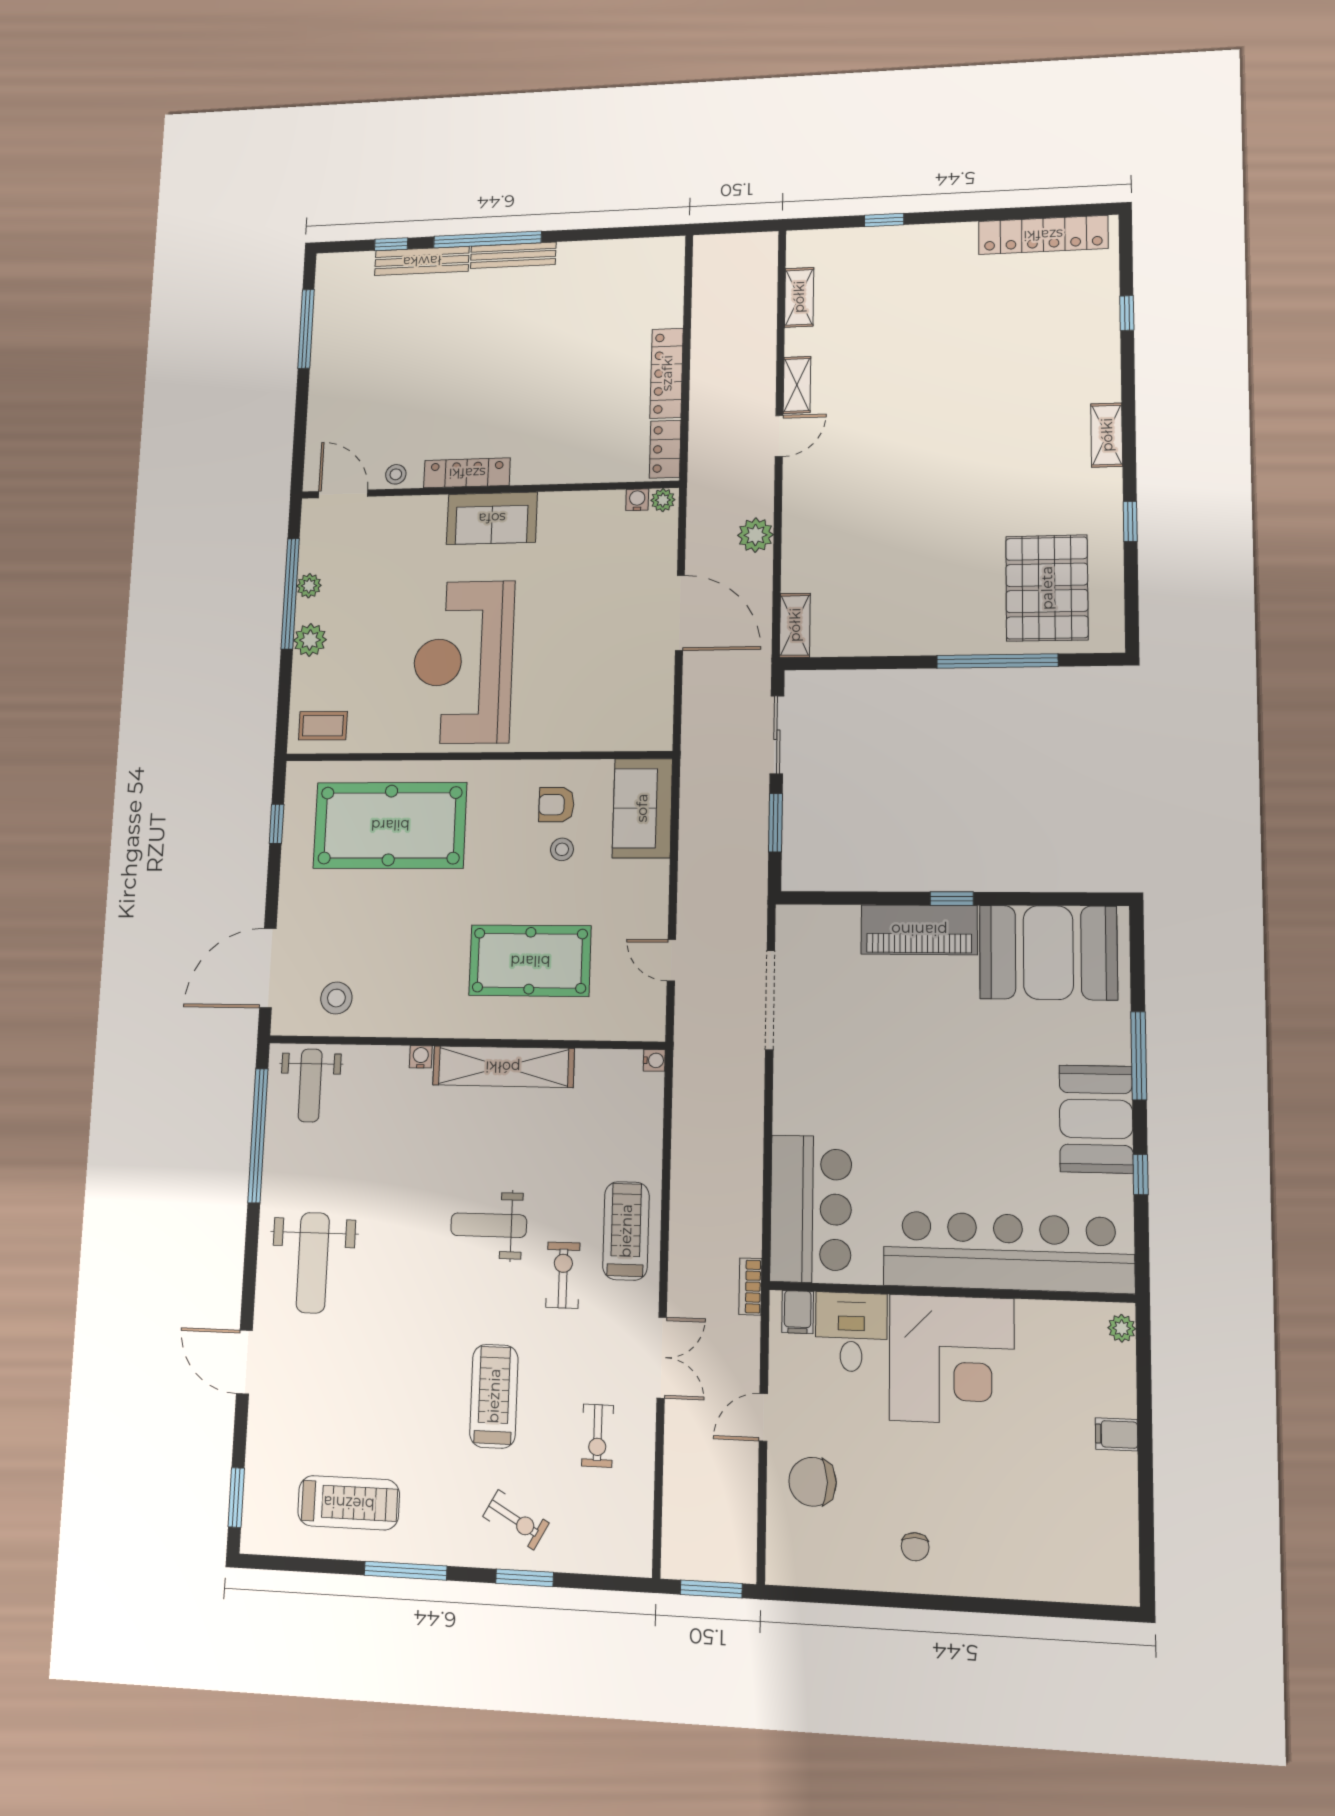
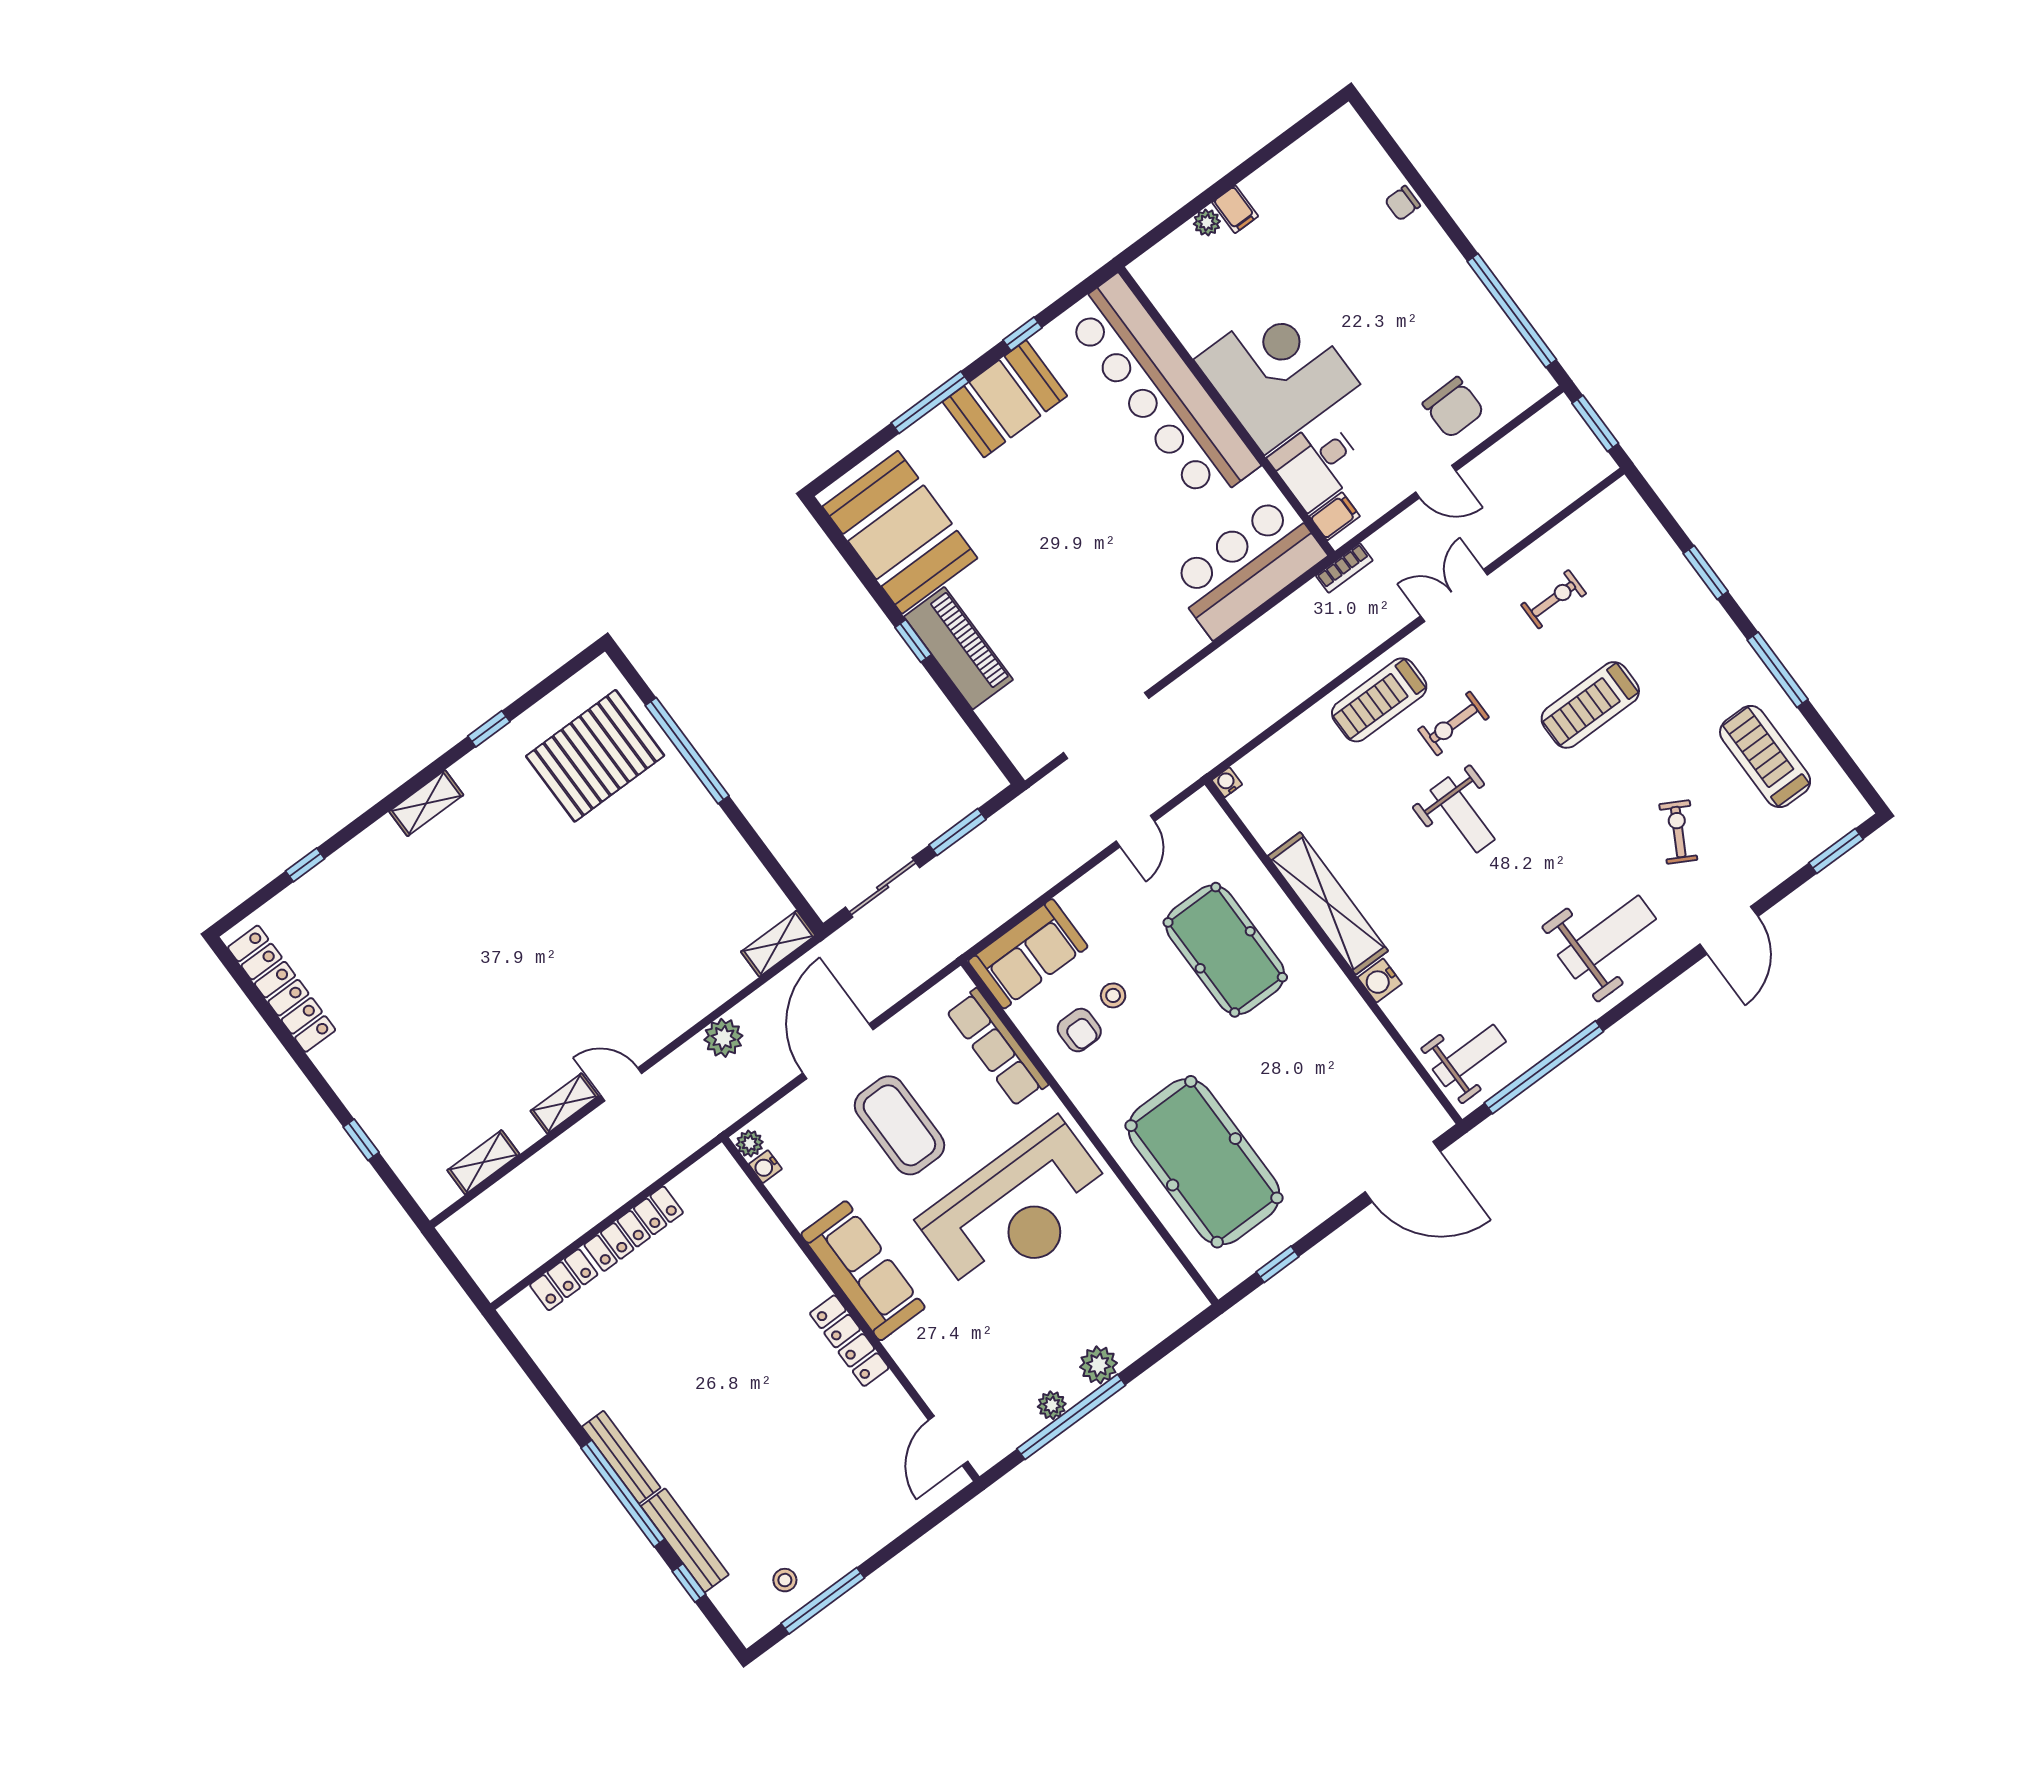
locker: (665, 449) -> (564, 1280), moved
stool: (396, 474) -> (785, 1580), moved
sofa: (492, 518) -> (863, 1271), width x1.36
coffee table: (323, 726) -> (899, 1125), moved, width x1.86, depth x1.72
row of seats: (591, 733) -> (997, 1048), added
stool: (336, 998) -> (1382, 1091), removed
water cooler: (421, 1057) -> (1380, 981), width x1.38, depth x1.38
plant: (1122, 1328) -> (1207, 223), moved
exercise bike: (516, 1520) -> (1678, 832), moved
chair: (915, 1547) -> (1402, 203), moved, turned 180
window: (856, 1598) -> (1512, 310), added

